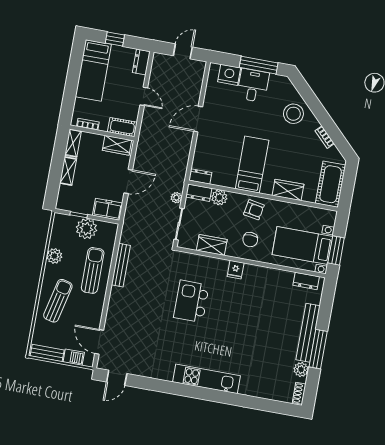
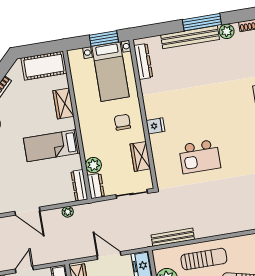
dresser: (200, 176) -> (79, 185), width x1.44
plant: (176, 198) -> (68, 212), moved
armchair: (254, 210) -> (93, 129), removed
chair: (250, 240) -> (122, 122), turned -90
bench: (121, 265) -> (173, 237), moved
sun lounger: (93, 270) -> (204, 259), turned 180
dresser: (306, 281) -> (143, 61), width x1.44

